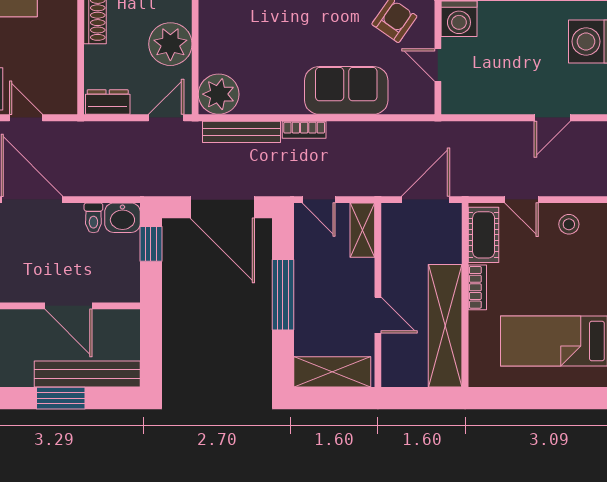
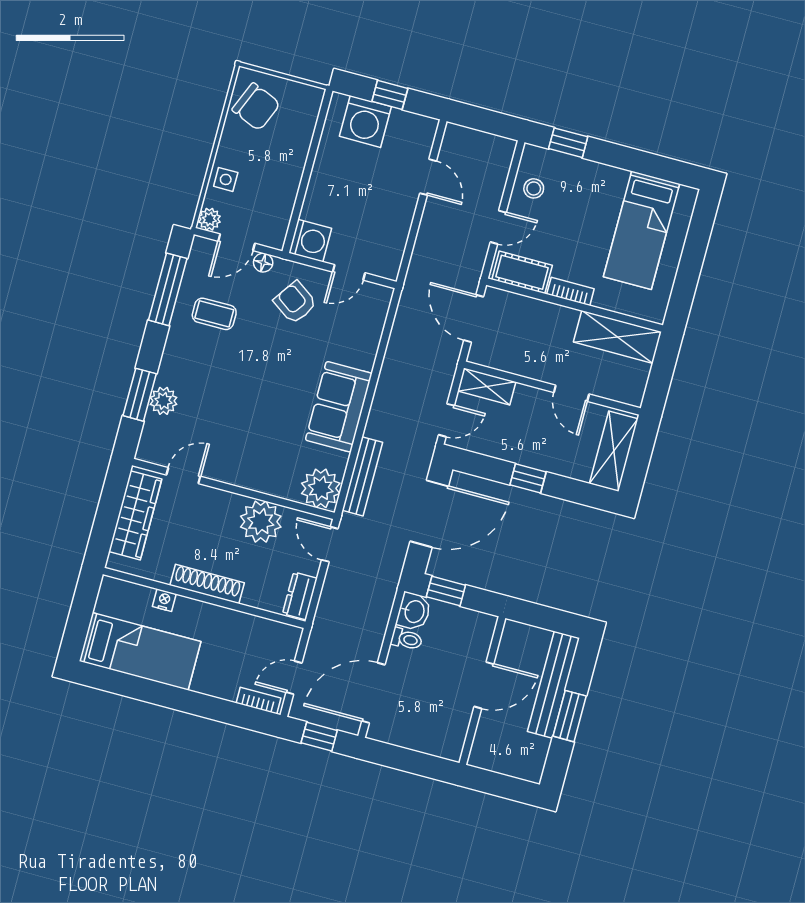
sofa: (346, 90) -> (339, 407), moved
bookcase: (304, 130) -> (376, 416), removed
window: (283, 295) -> (528, 478), width x0.46
door: (378, 315) -> (571, 393), swing flipped
shelving: (445, 326) -> (617, 337), width x0.68

